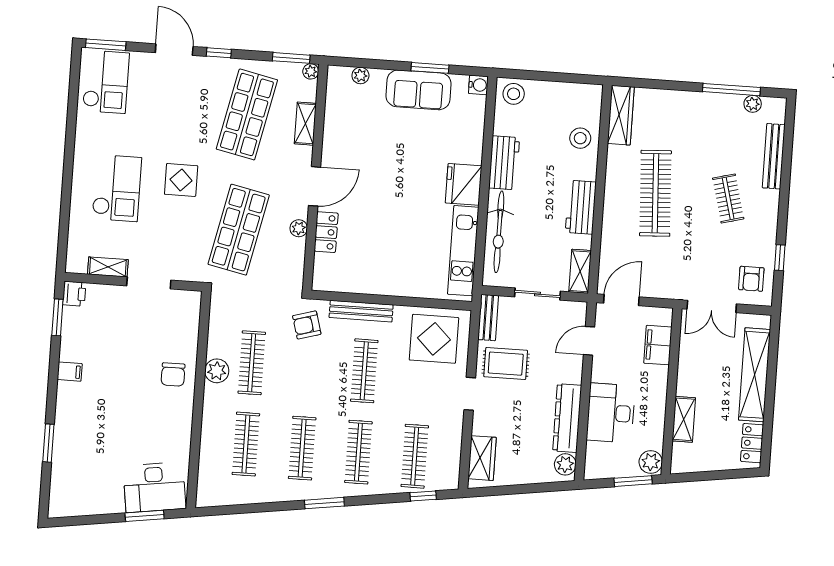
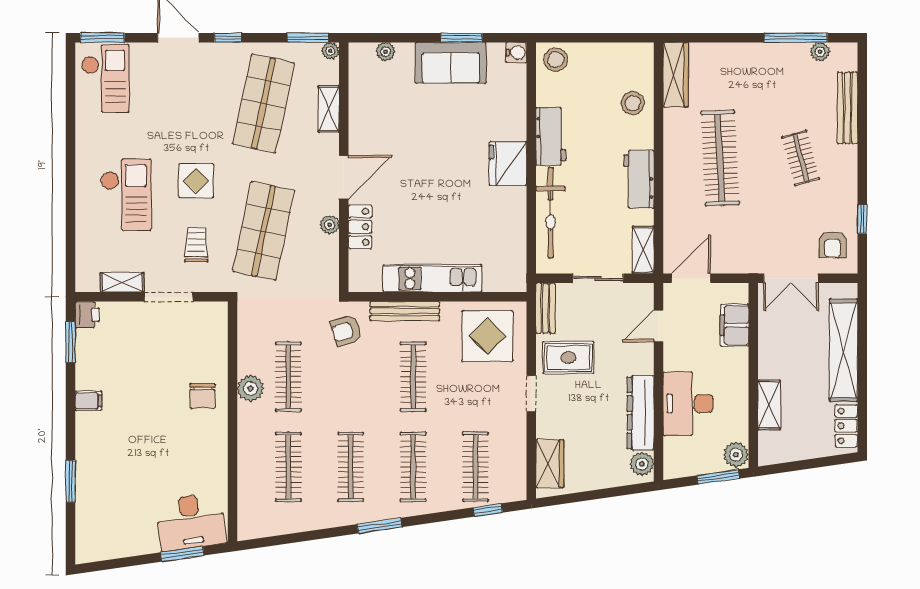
trolley: (177, 237) -> (196, 244), added
kitchen unit: (463, 251) -> (433, 278), moved, turned 90

